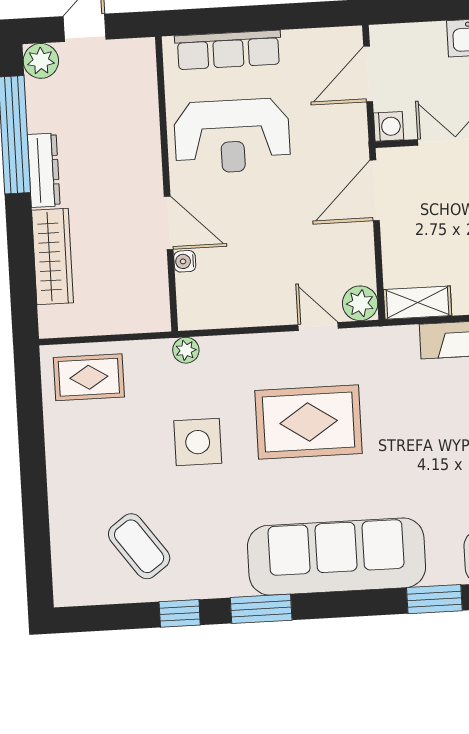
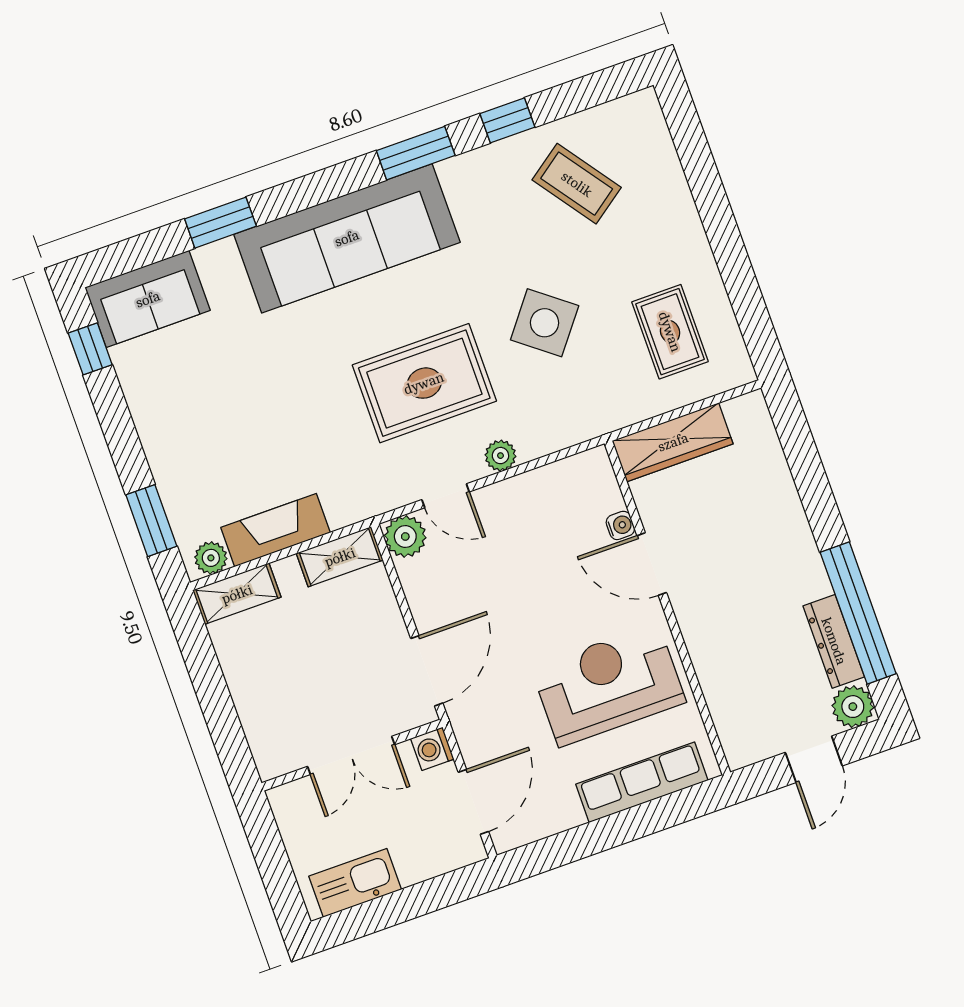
dresser: (44, 170) -> (834, 641), moved
wardrobe: (53, 257) -> (673, 442), moved, turned -90
plant: (186, 350) -> (500, 456), moved
rug: (89, 377) -> (670, 332), moved, turned 90
side table: (198, 442) -> (545, 323), turned 38

